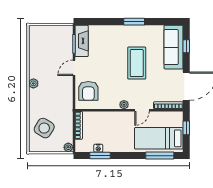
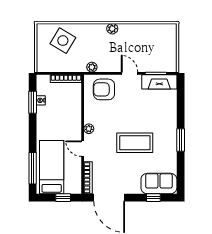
sofa: (174, 47) -> (159, 184), width x0.73
plant: (68, 147) -> (92, 67), moved

